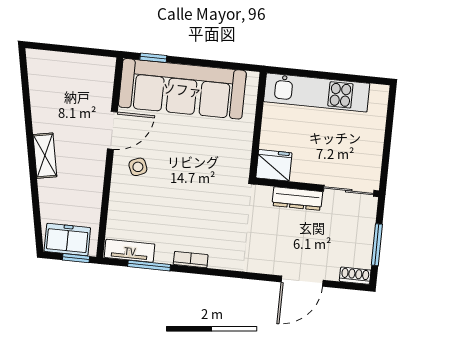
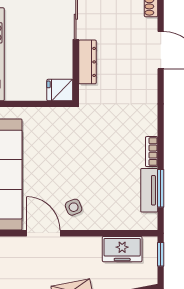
fridge: (274, 165) -> (60, 90), width x0.72
freezer: (67, 239) -> (122, 249), moved, turned -90
tv unit: (130, 251) -> (149, 190), moved

